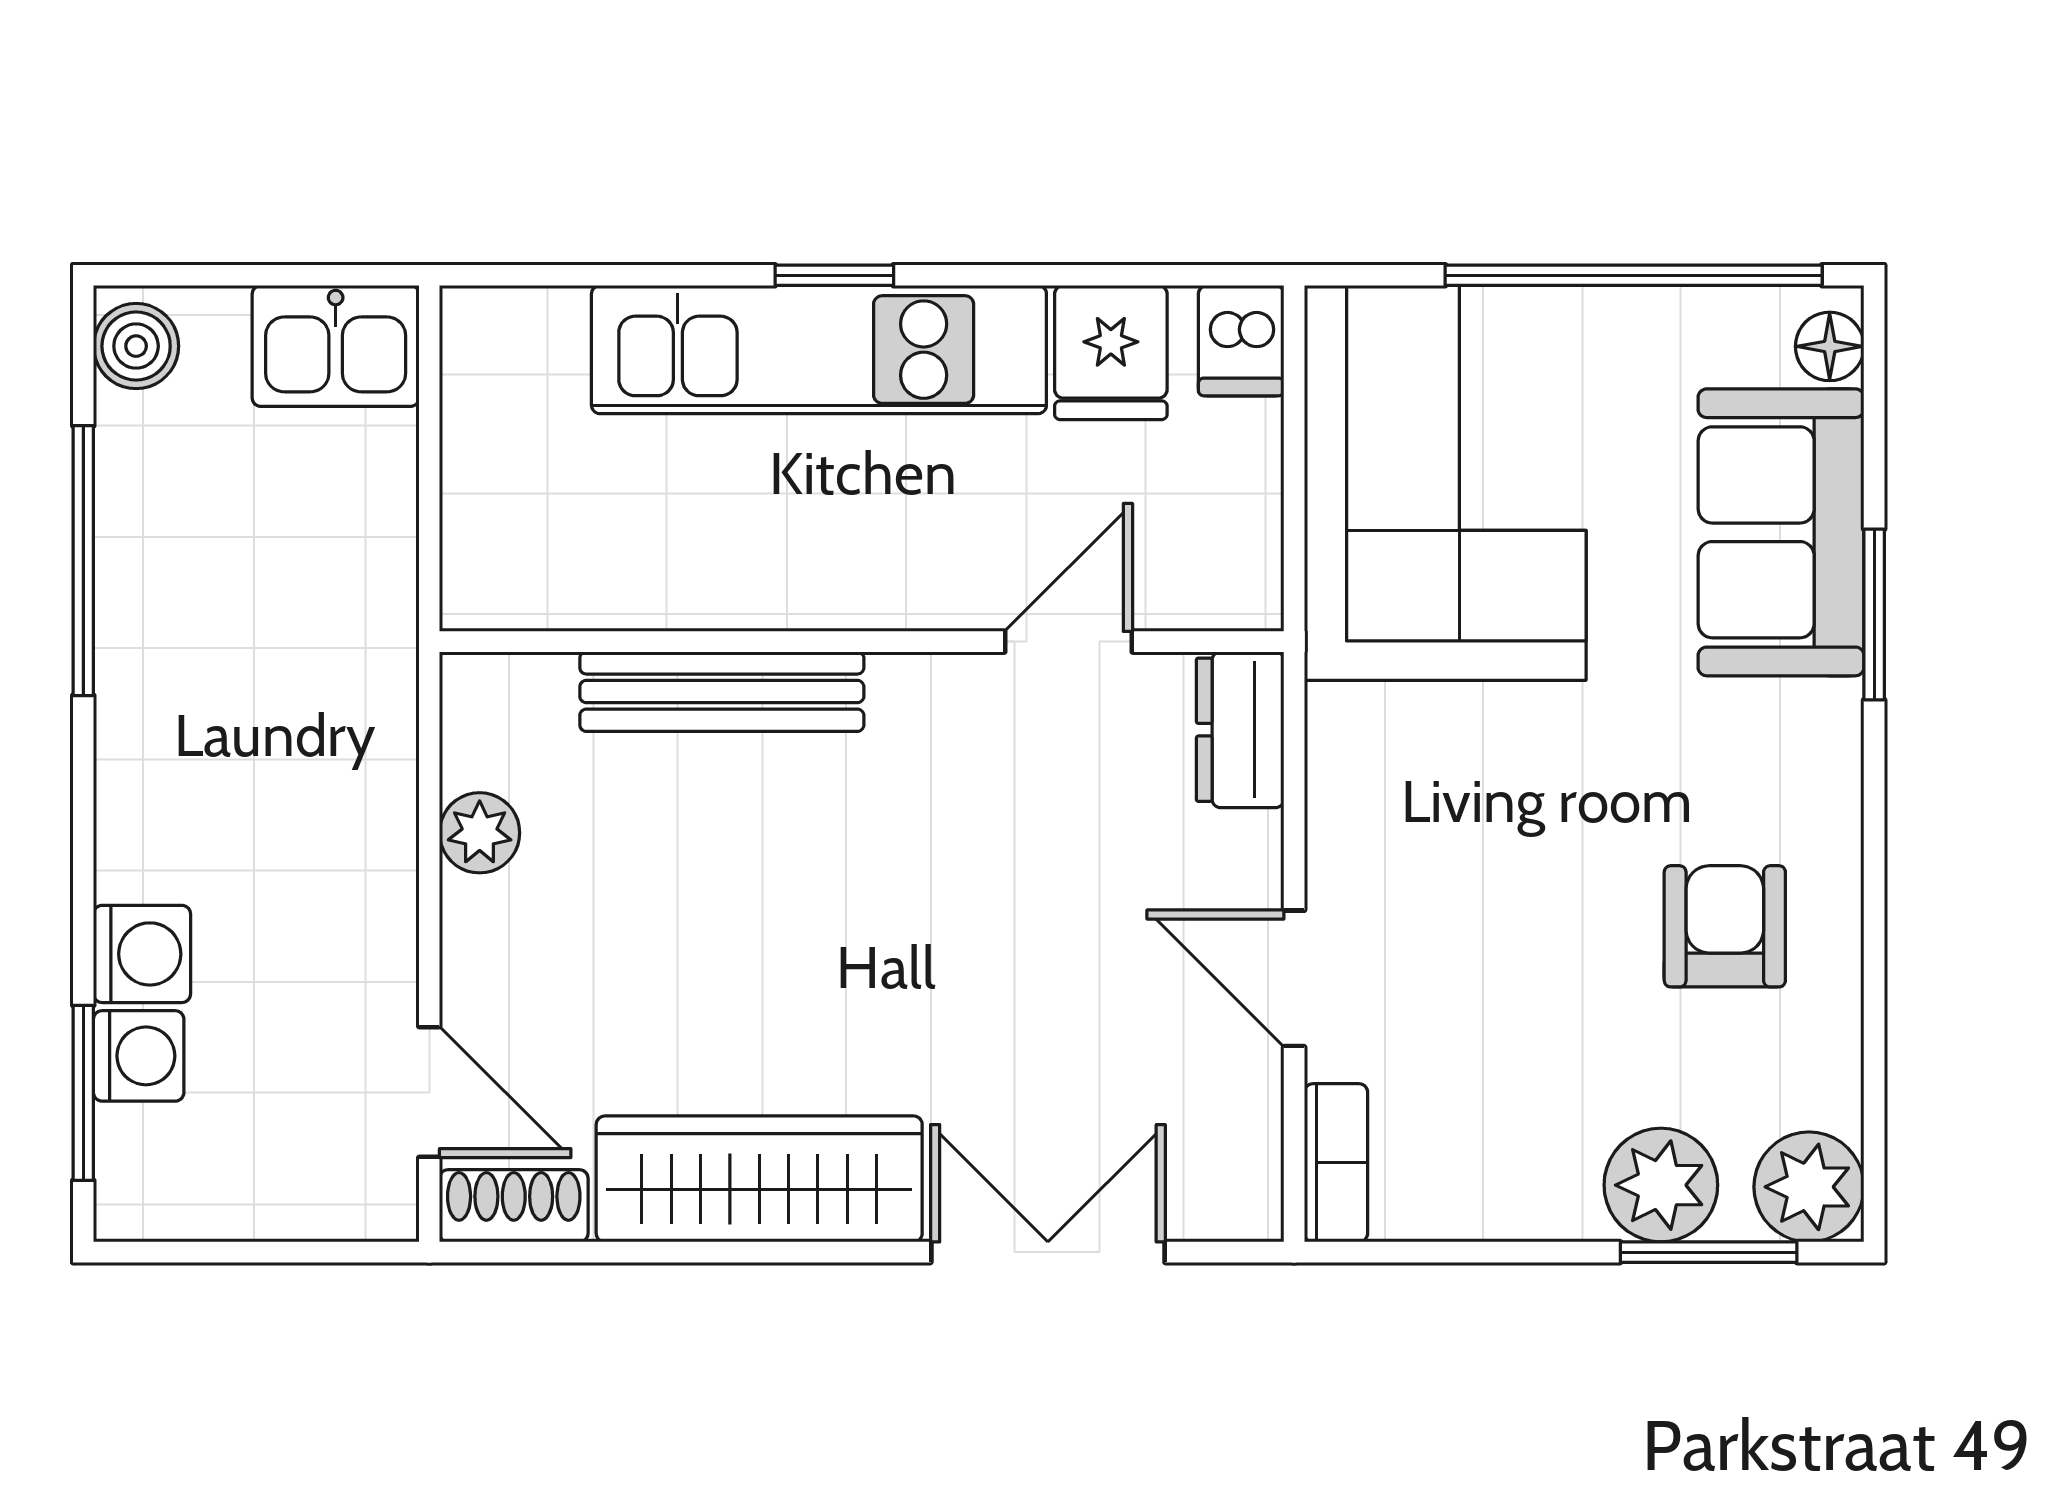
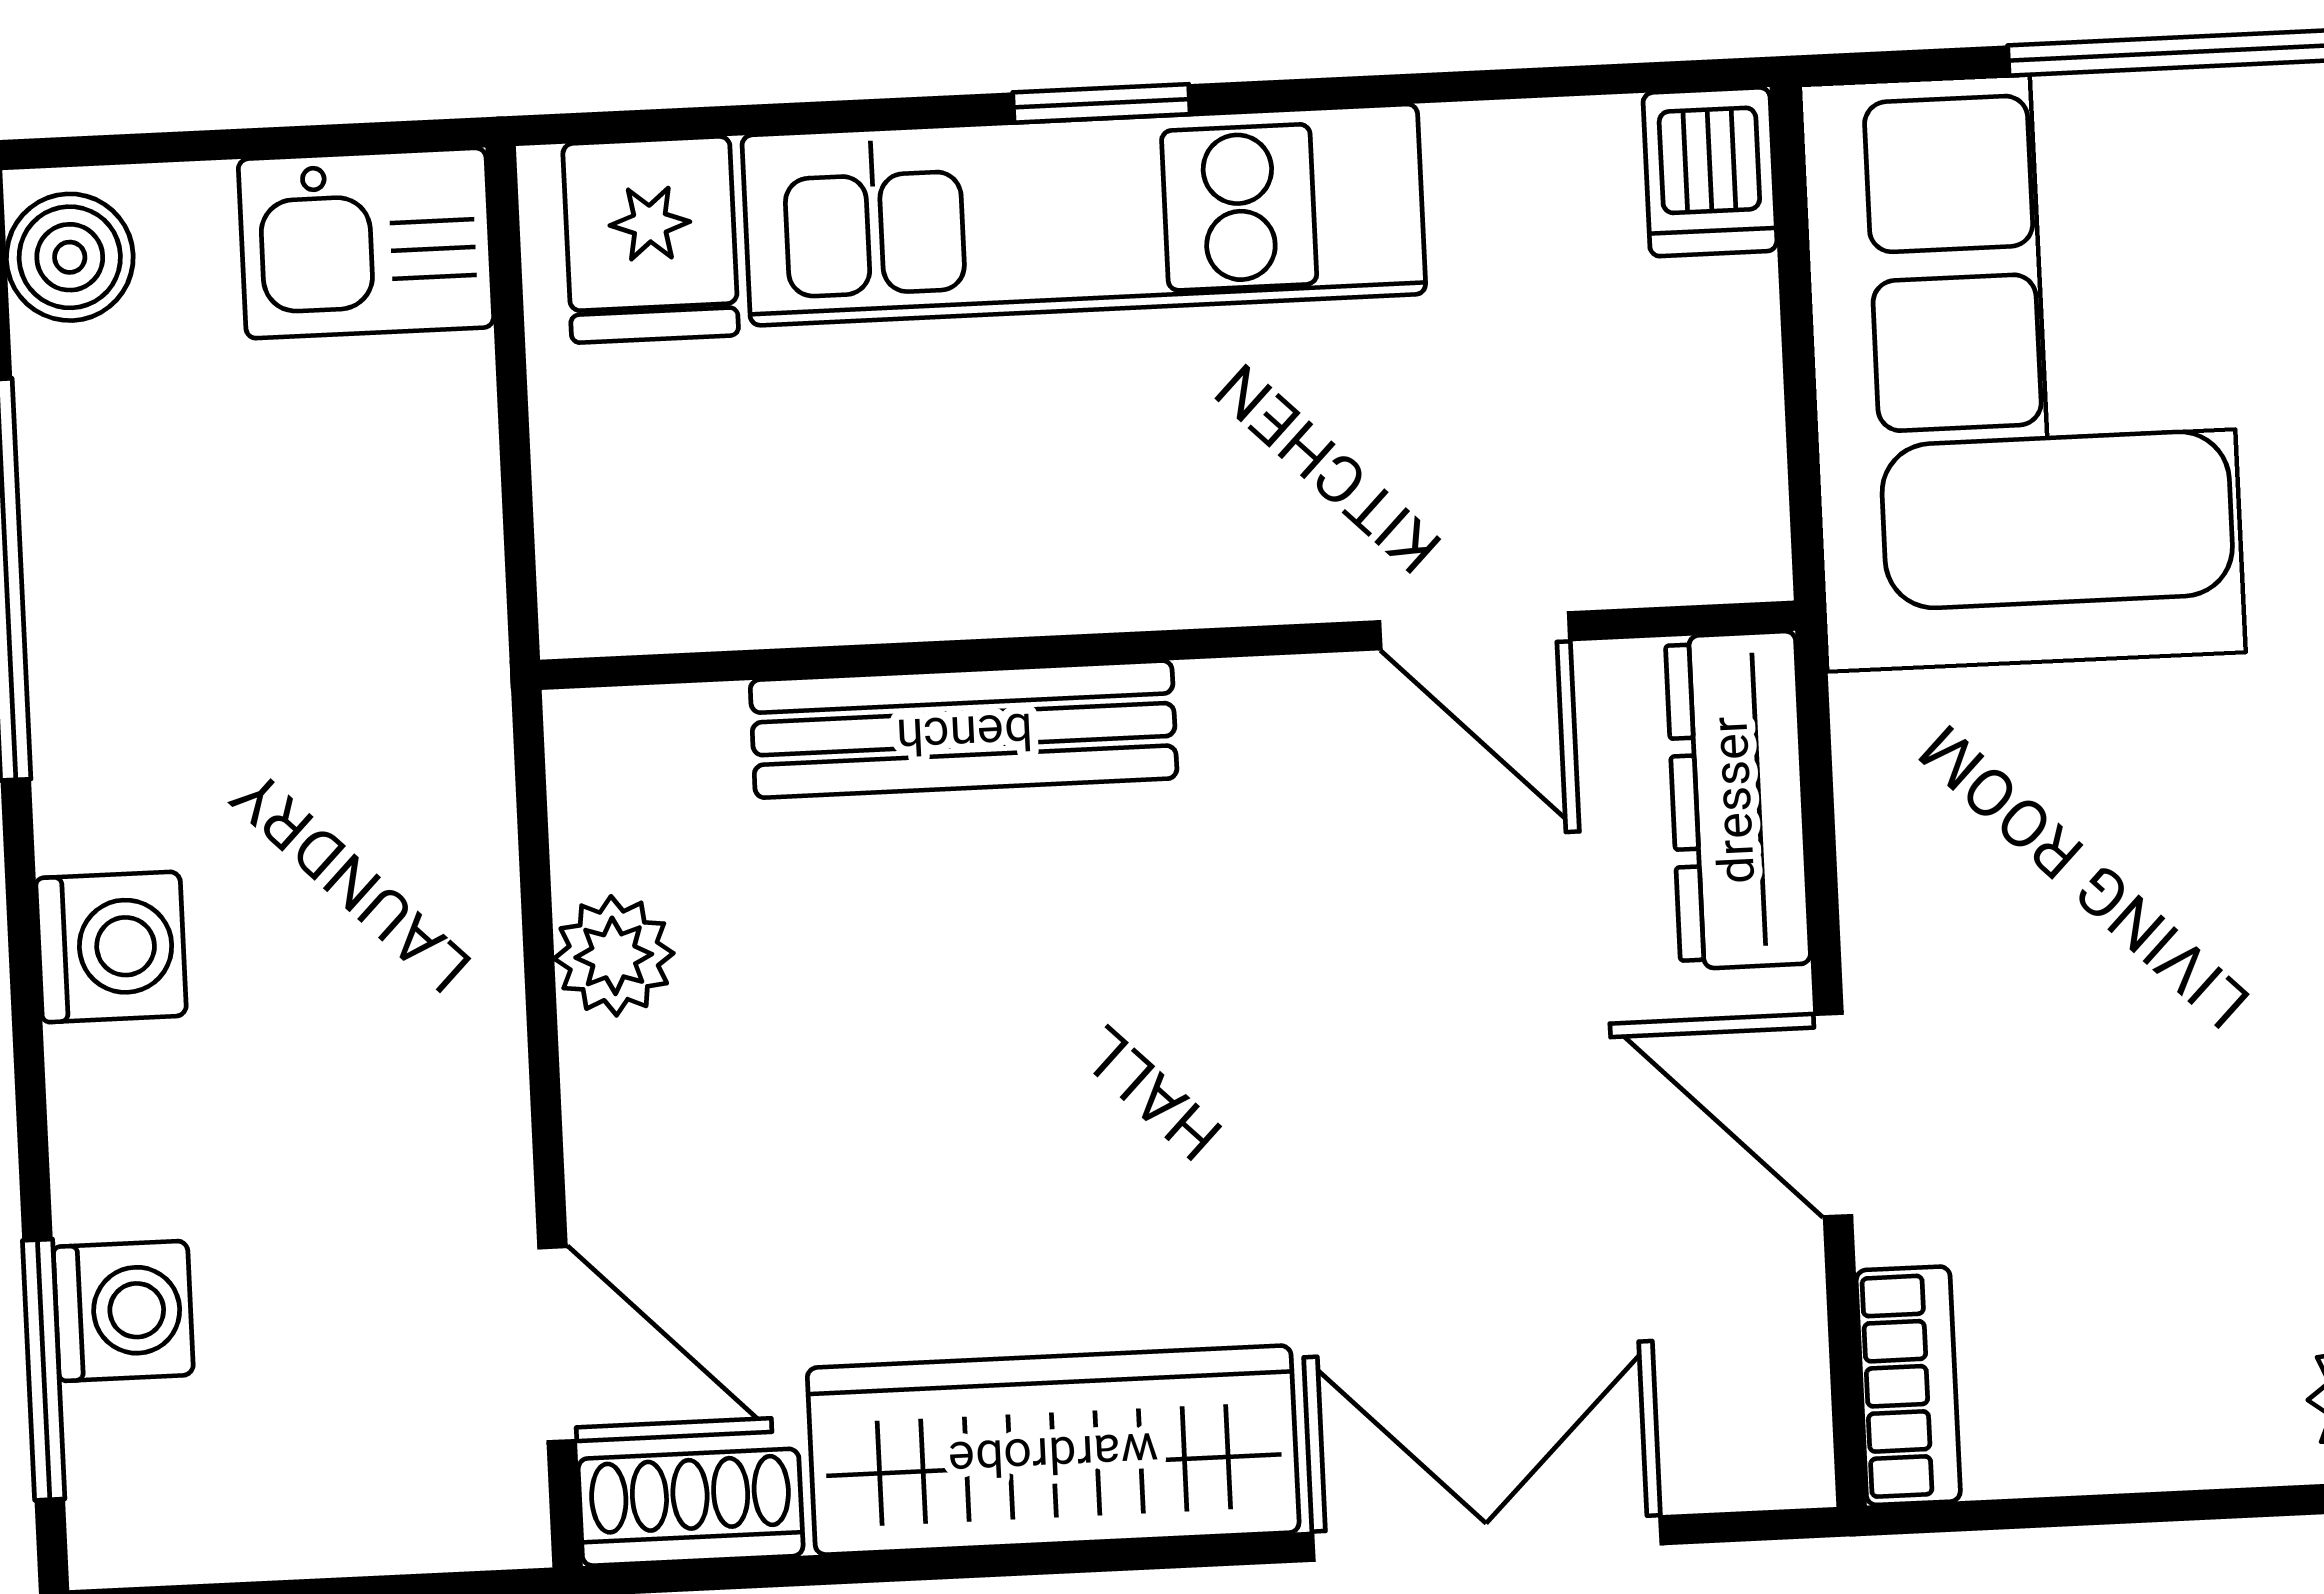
fridge: (1111, 353) -> (651, 239), moved
door: (1068, 642) -> (1475, 631), swing flipped
dresser: (1240, 730) -> (1738, 800), width x1.44
washing machine: (142, 954) -> (111, 947), moved

